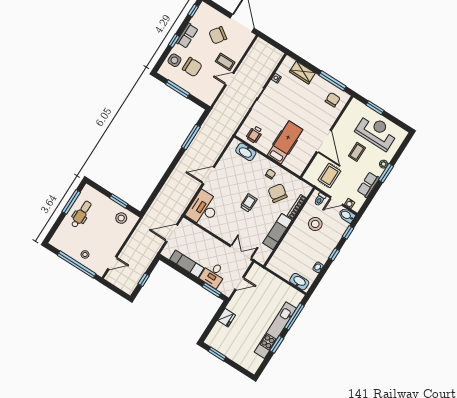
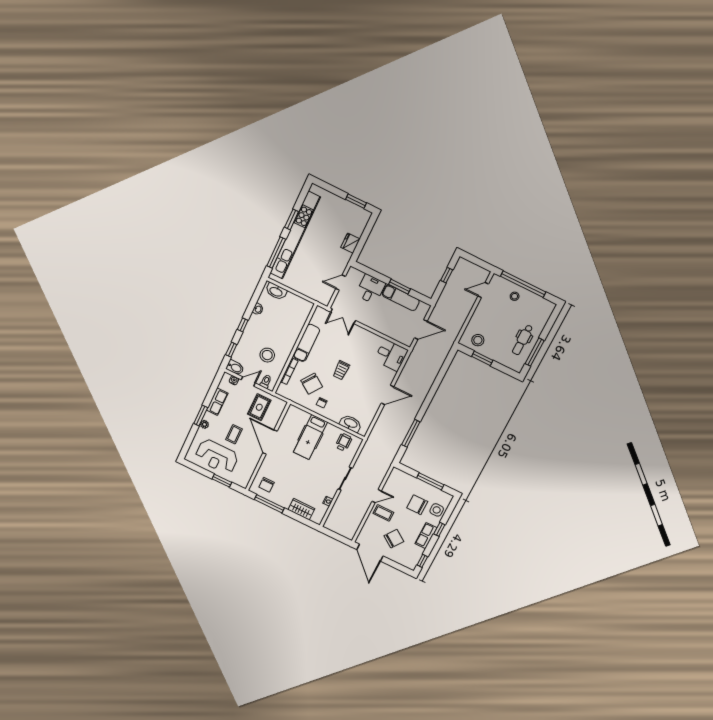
desk: (203, 209) -> (391, 355), width x0.73
window: (212, 290) -> (399, 287), moved
kitchen unit: (275, 330) -> (295, 235), width x1.36

